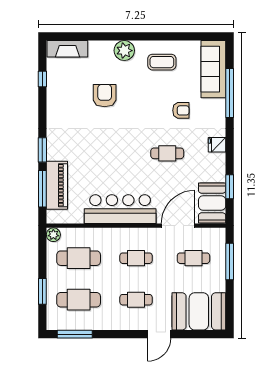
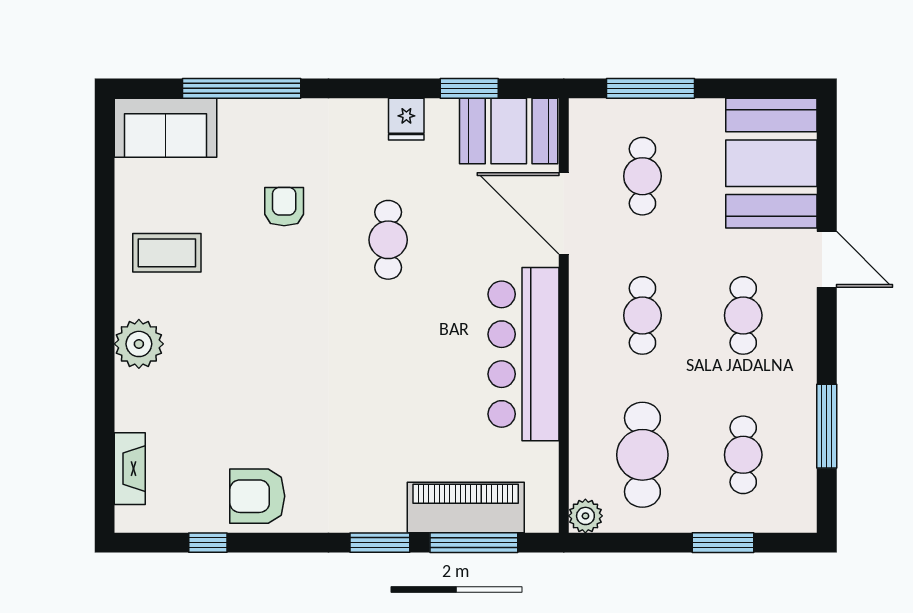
fireplace: (67, 49) -> (130, 469), width x0.73, depth x0.76
coffee table: (162, 62) -> (167, 253), turned 90
sofa: (213, 69) -> (166, 128), width x0.73
armchair: (105, 96) -> (257, 496), moved
fridge: (217, 145) -> (406, 119), moved
cafe table: (79, 300) -> (743, 455), width x0.73, depth x0.74
window: (75, 334) -> (827, 426), moved

